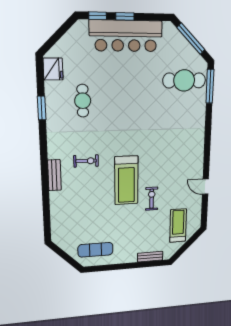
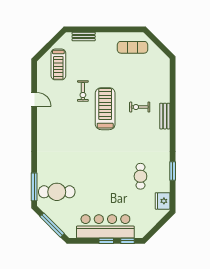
exercise bike: (86, 161) -> (140, 107), moved

